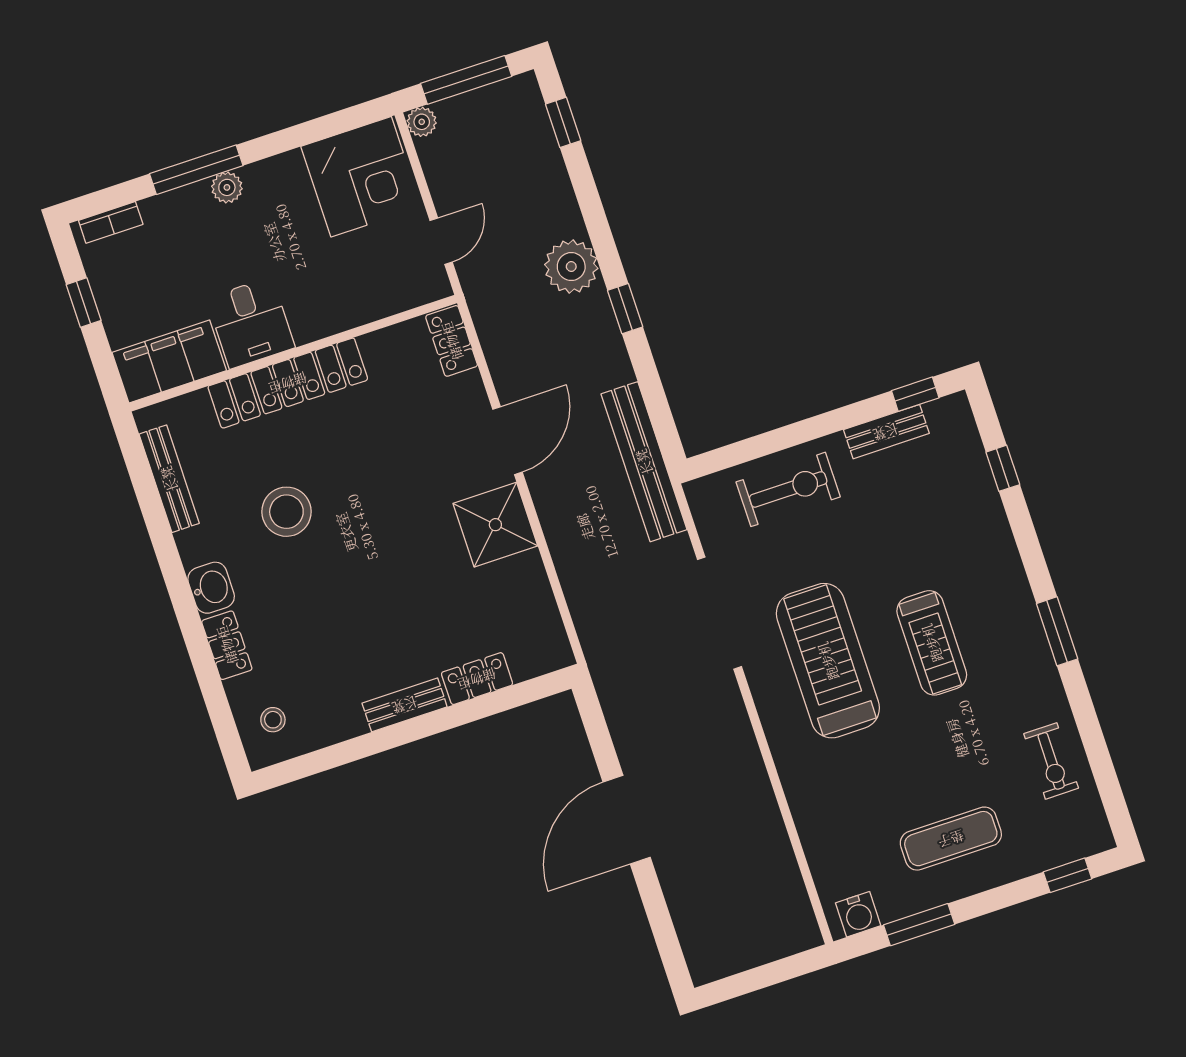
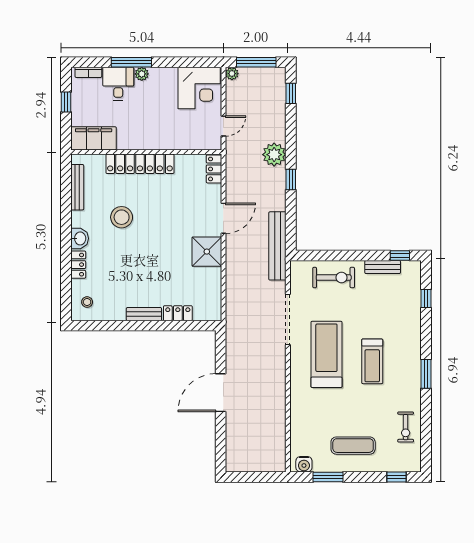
desk: (251, 323) -> (118, 84), moved, turned 180

